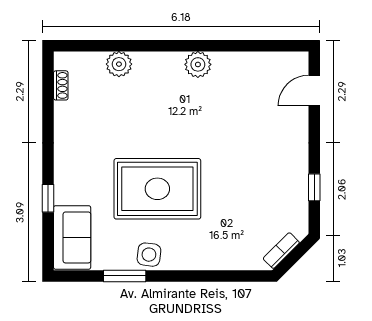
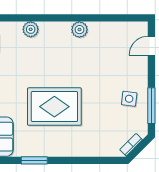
window: (314, 187) -> (151, 106), width x2.17
side table: (149, 255) -> (129, 99), moved

